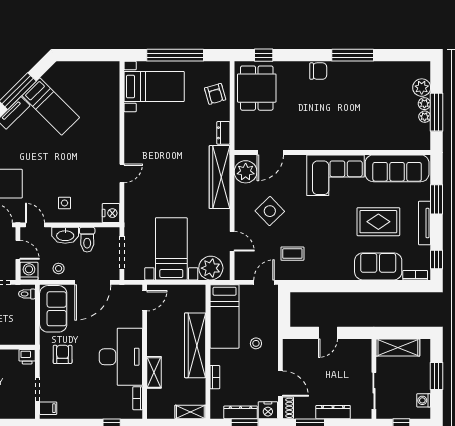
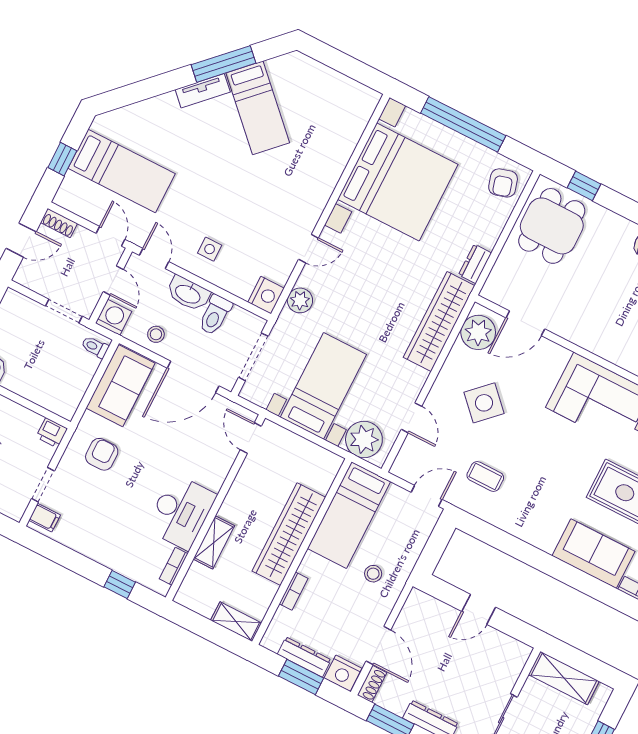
bed with nightstands: (154, 87) -> (398, 182), width x1.85
armchair: (215, 94) -> (503, 183), moved
plant: (132, 206) -> (300, 300), added
door: (145, 301) -> (251, 438), swing flipped
desk: (121, 357) -> (181, 512), width x0.73, depth x0.77

